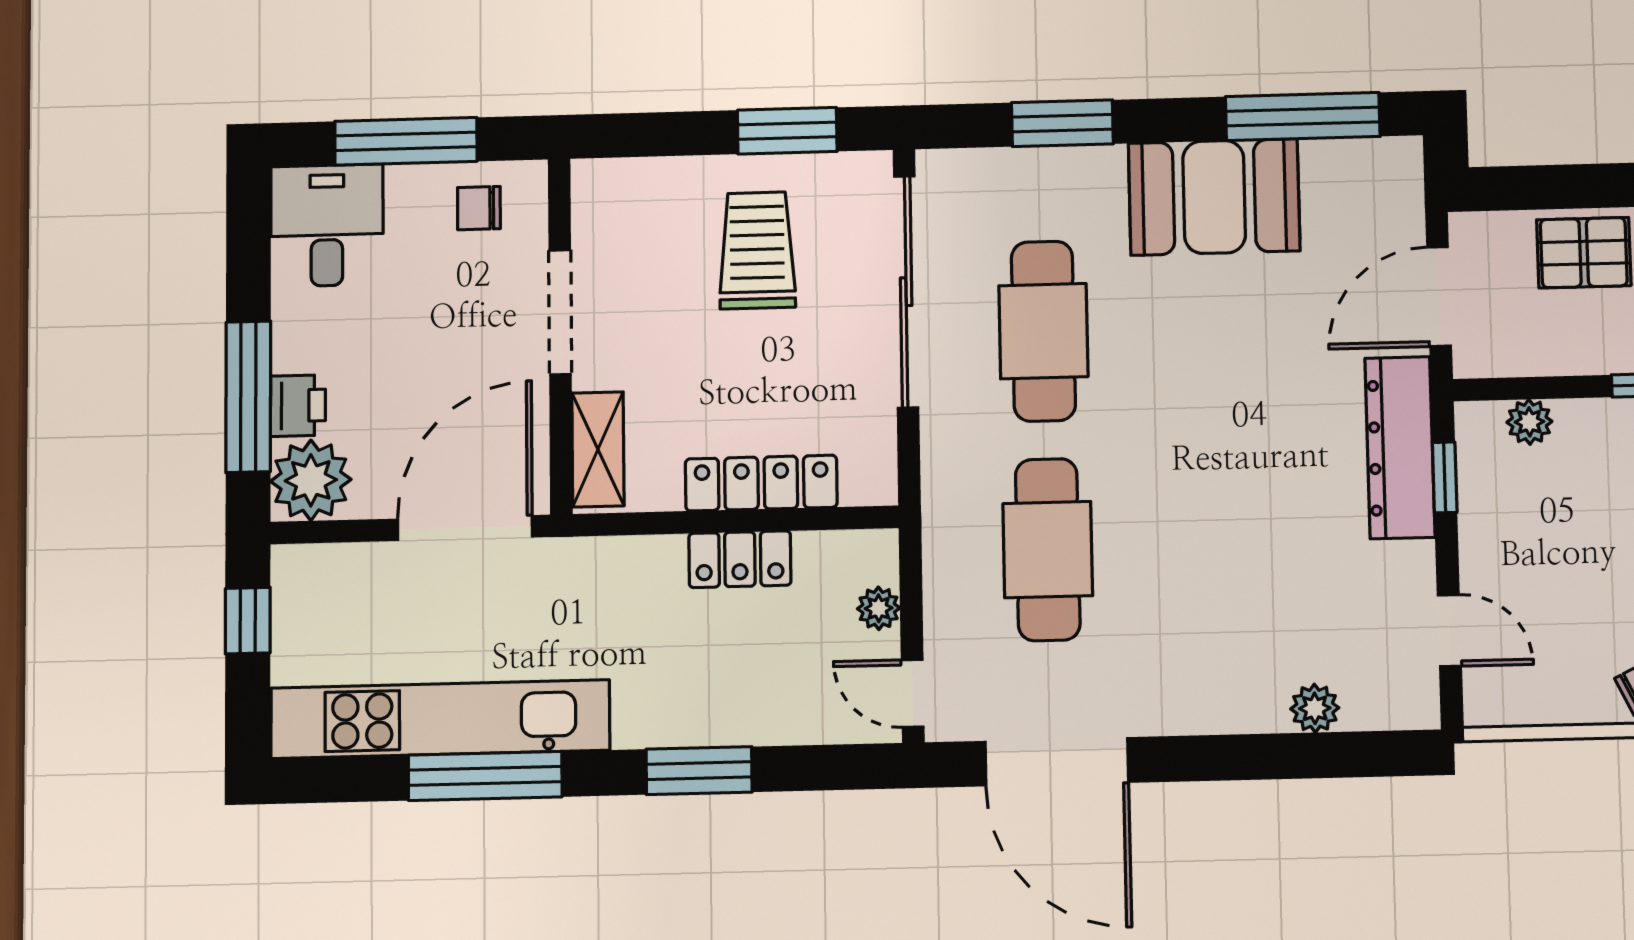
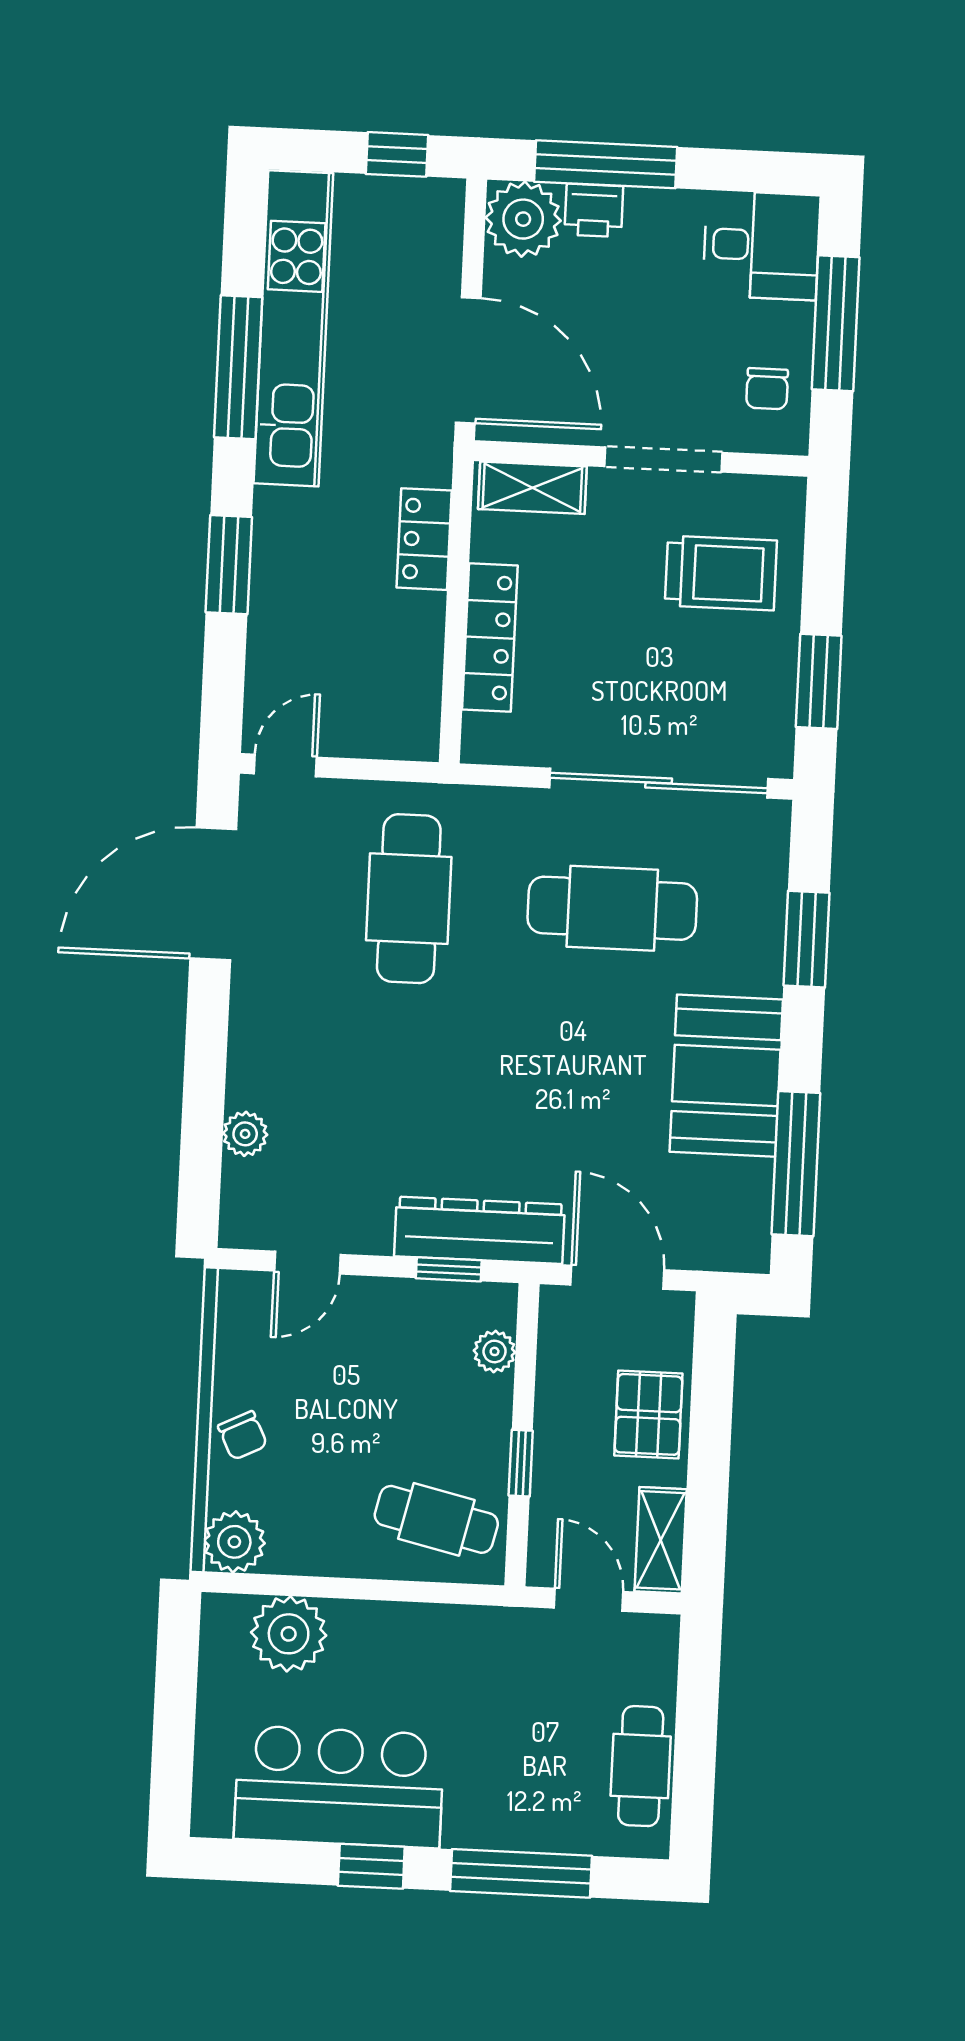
chair: (479, 208) -> (767, 389), turned 180
trolley: (757, 250) -> (721, 573), moved
cafe table: (1048, 550) -> (409, 899), turned 90
locker: (740, 559) -> (424, 539), moved
plant: (879, 608) -> (366, 739), removed

